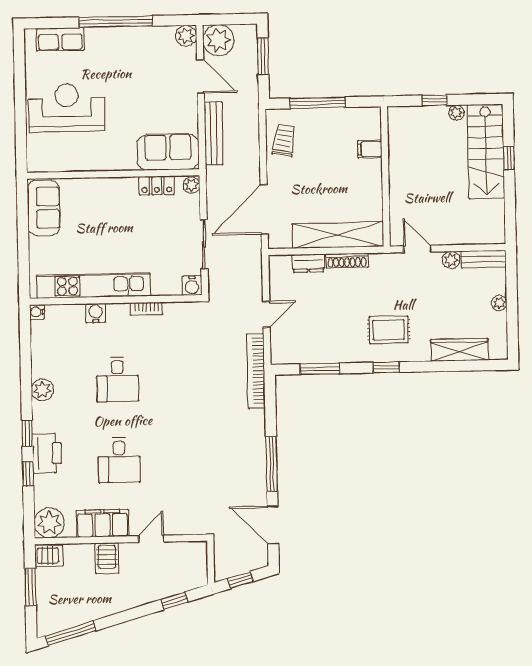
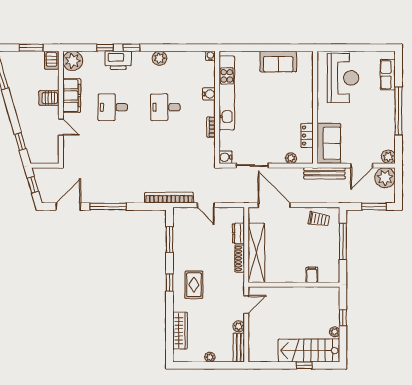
sofa: (168, 152) -> (329, 143), moved
wall: (113, 174) -> (315, 107), moved
locker: (157, 186) -> (307, 136), moved

